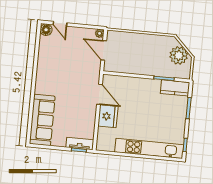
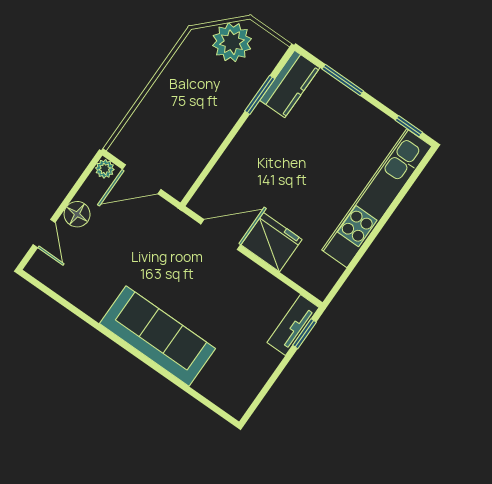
door: (60, 24) -> (44, 234), hinge flipped
floor lamp: (46, 30) -> (77, 214), moved
sofa: (42, 120) -> (158, 336), moved

